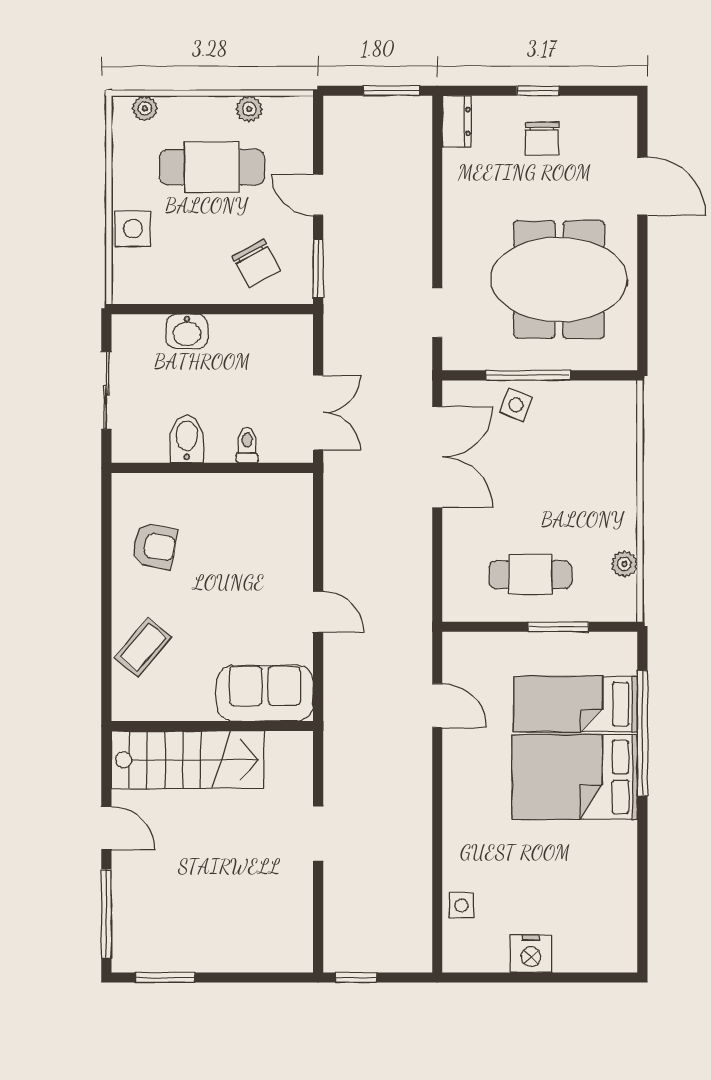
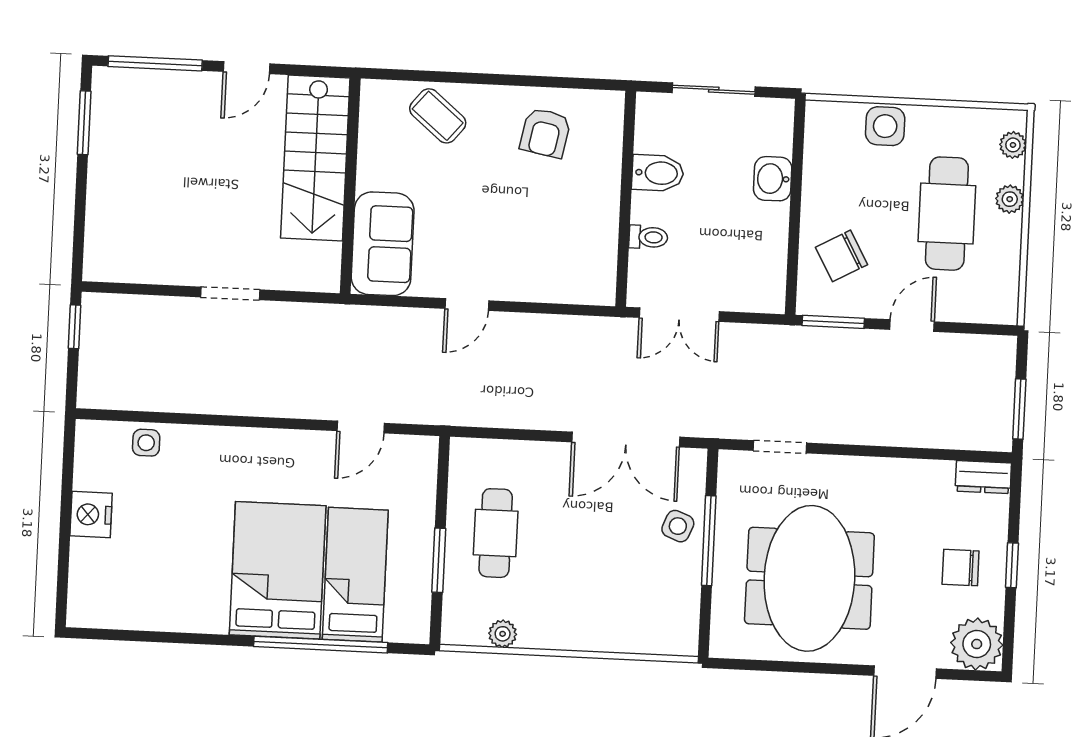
plant: (249, 109) -> (1010, 199), moved
plant: (613, 120) -> (977, 644), added

